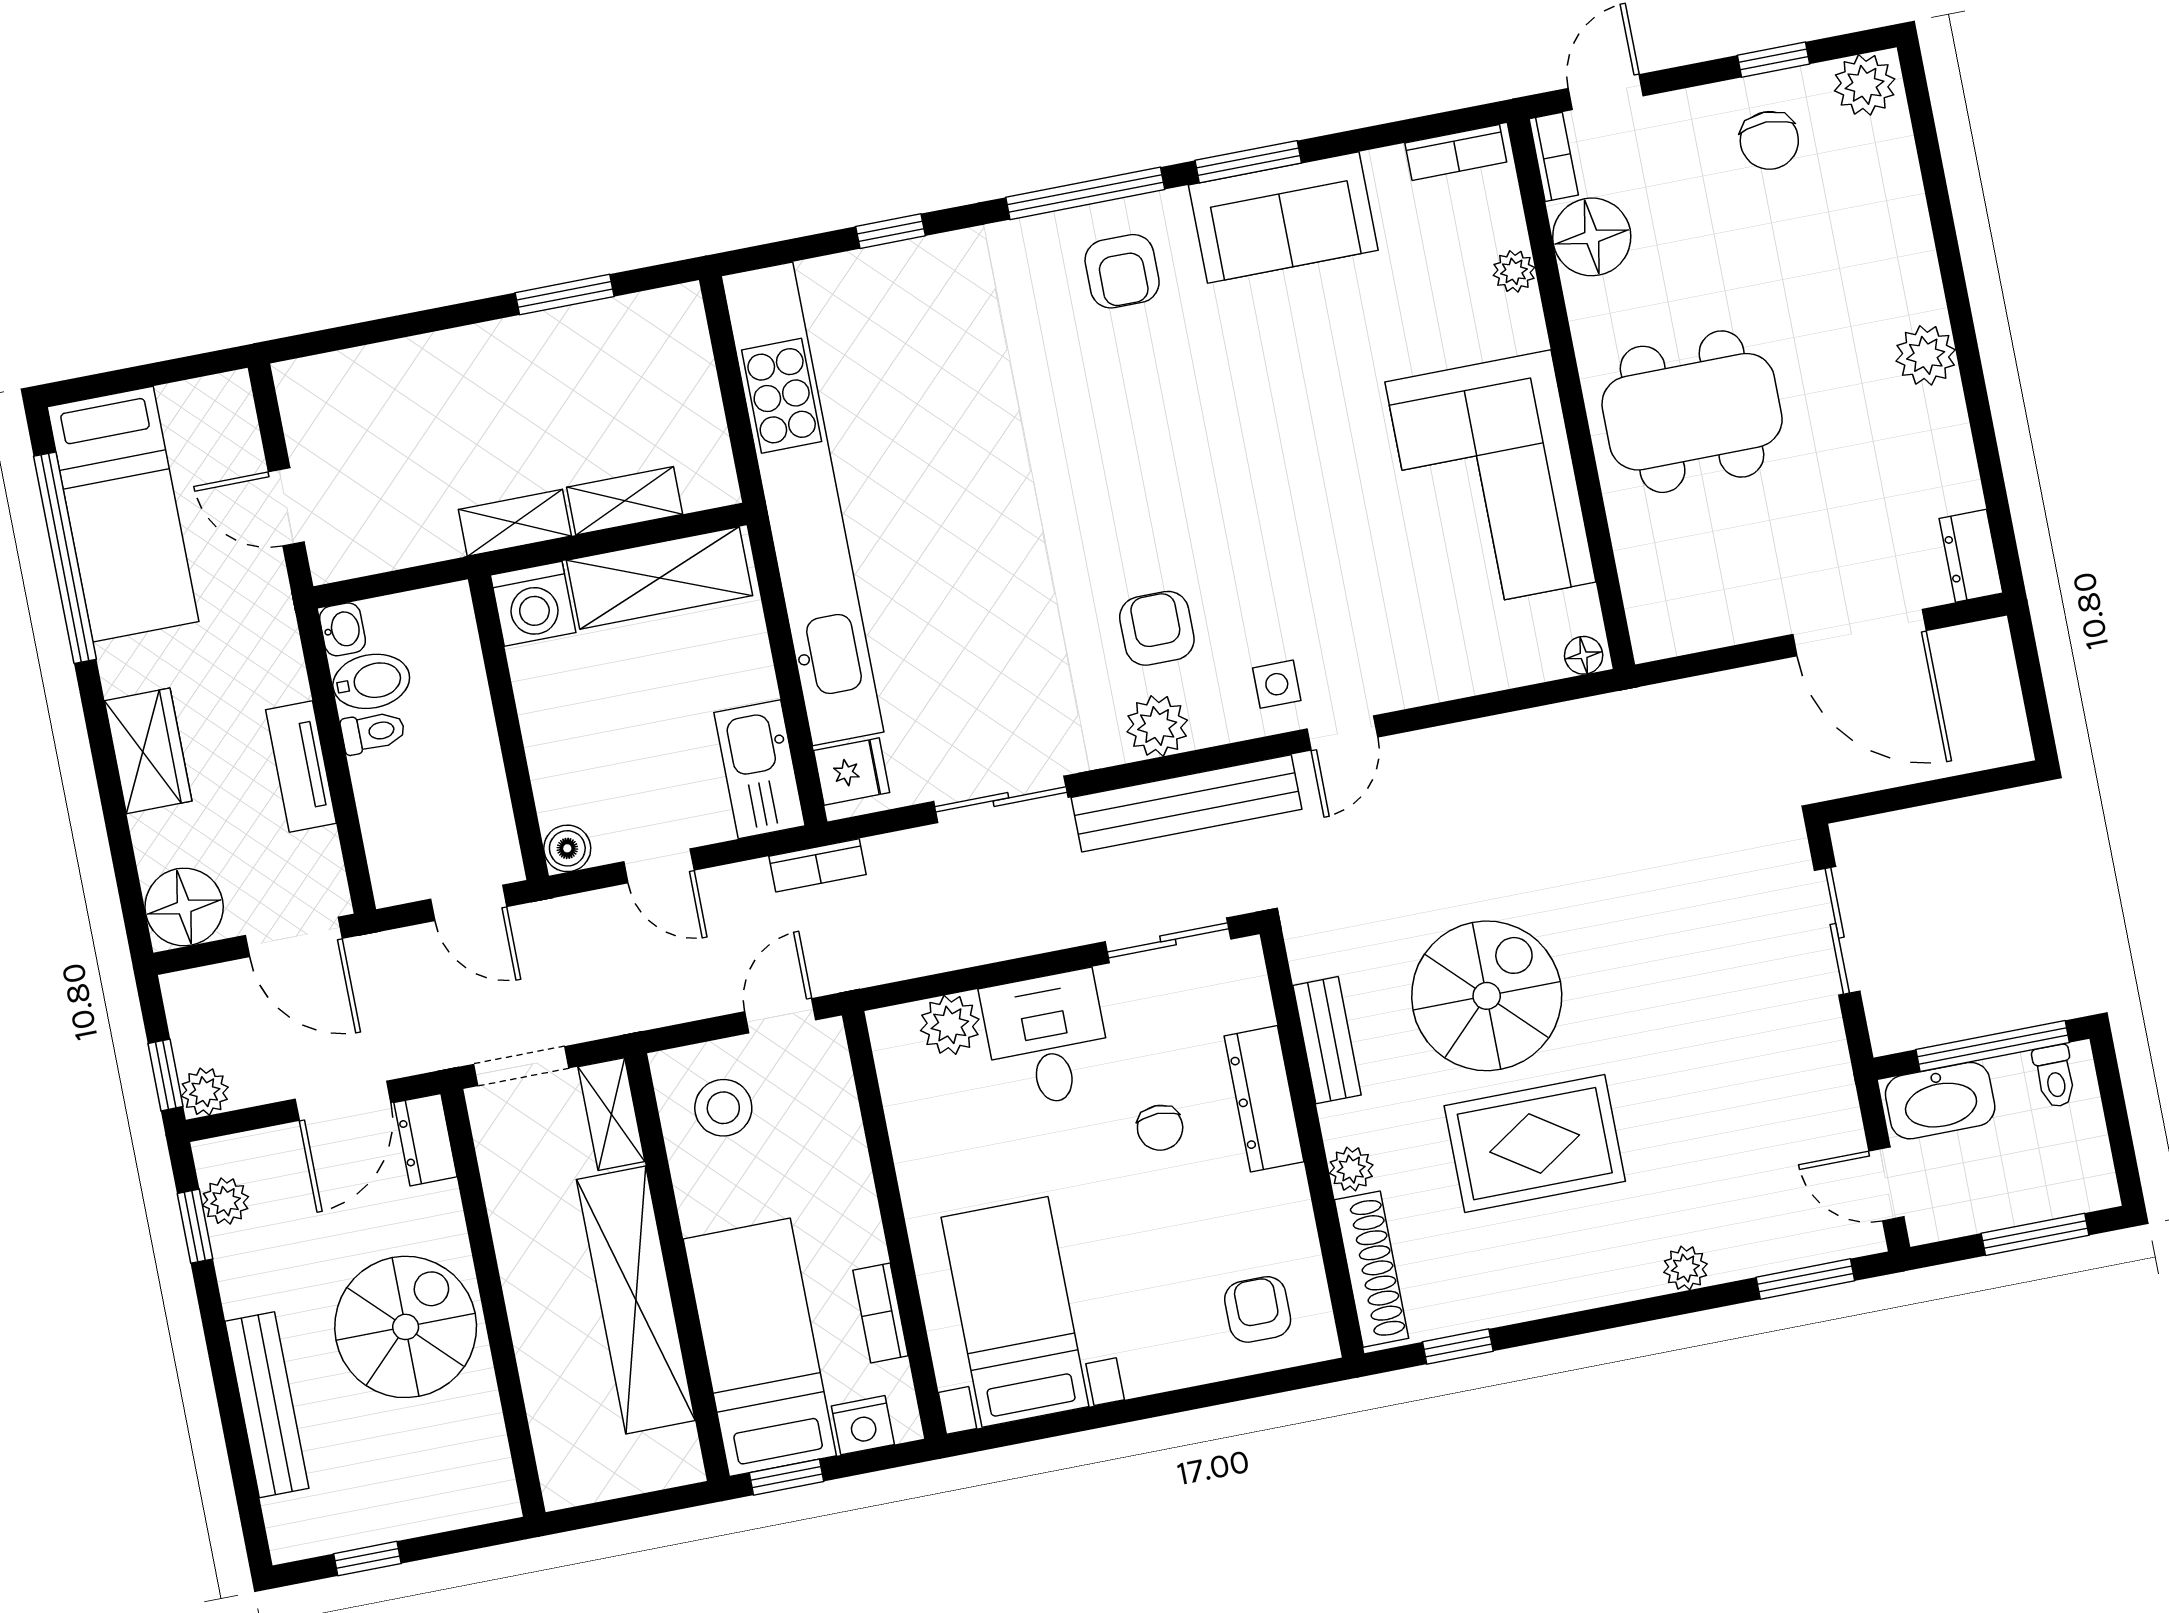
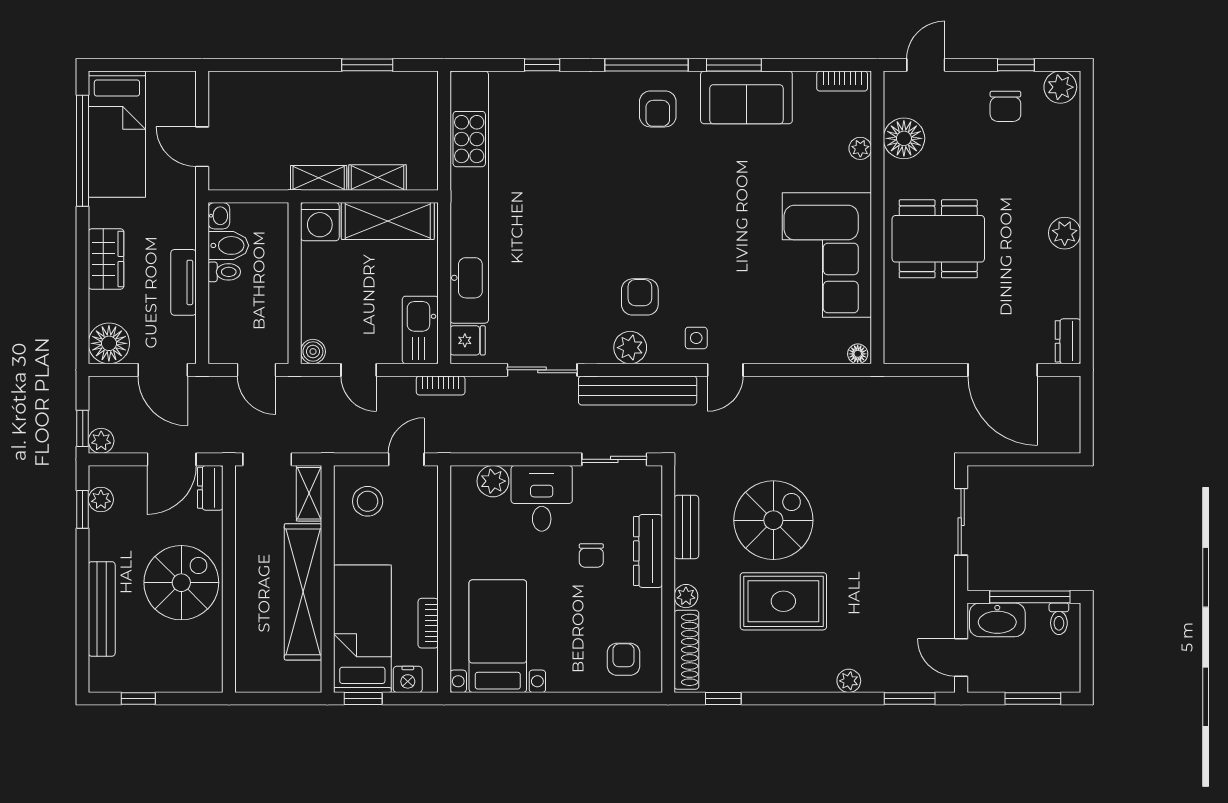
bookcase: (1554, 157) -> (892, 93), removed

